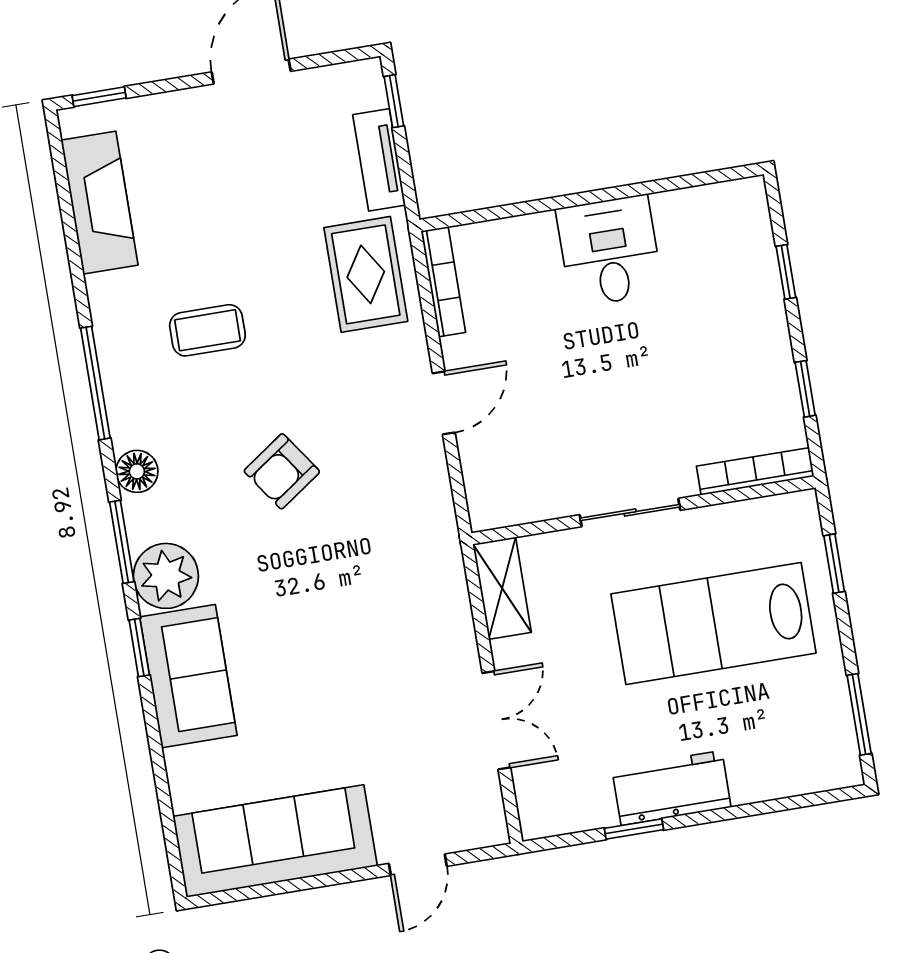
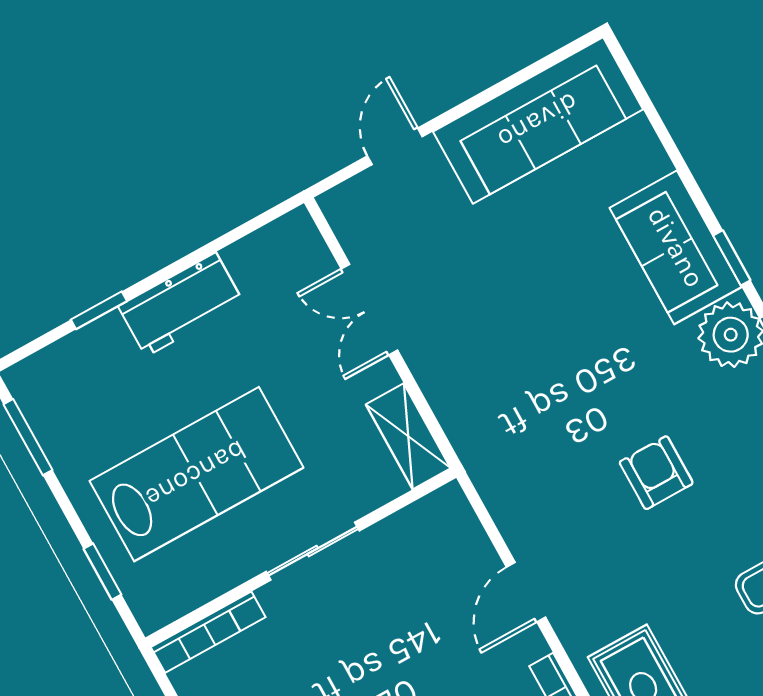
armchair: (282, 471) -> (656, 473), turned -55
window: (634, 829) -> (99, 310), moved

